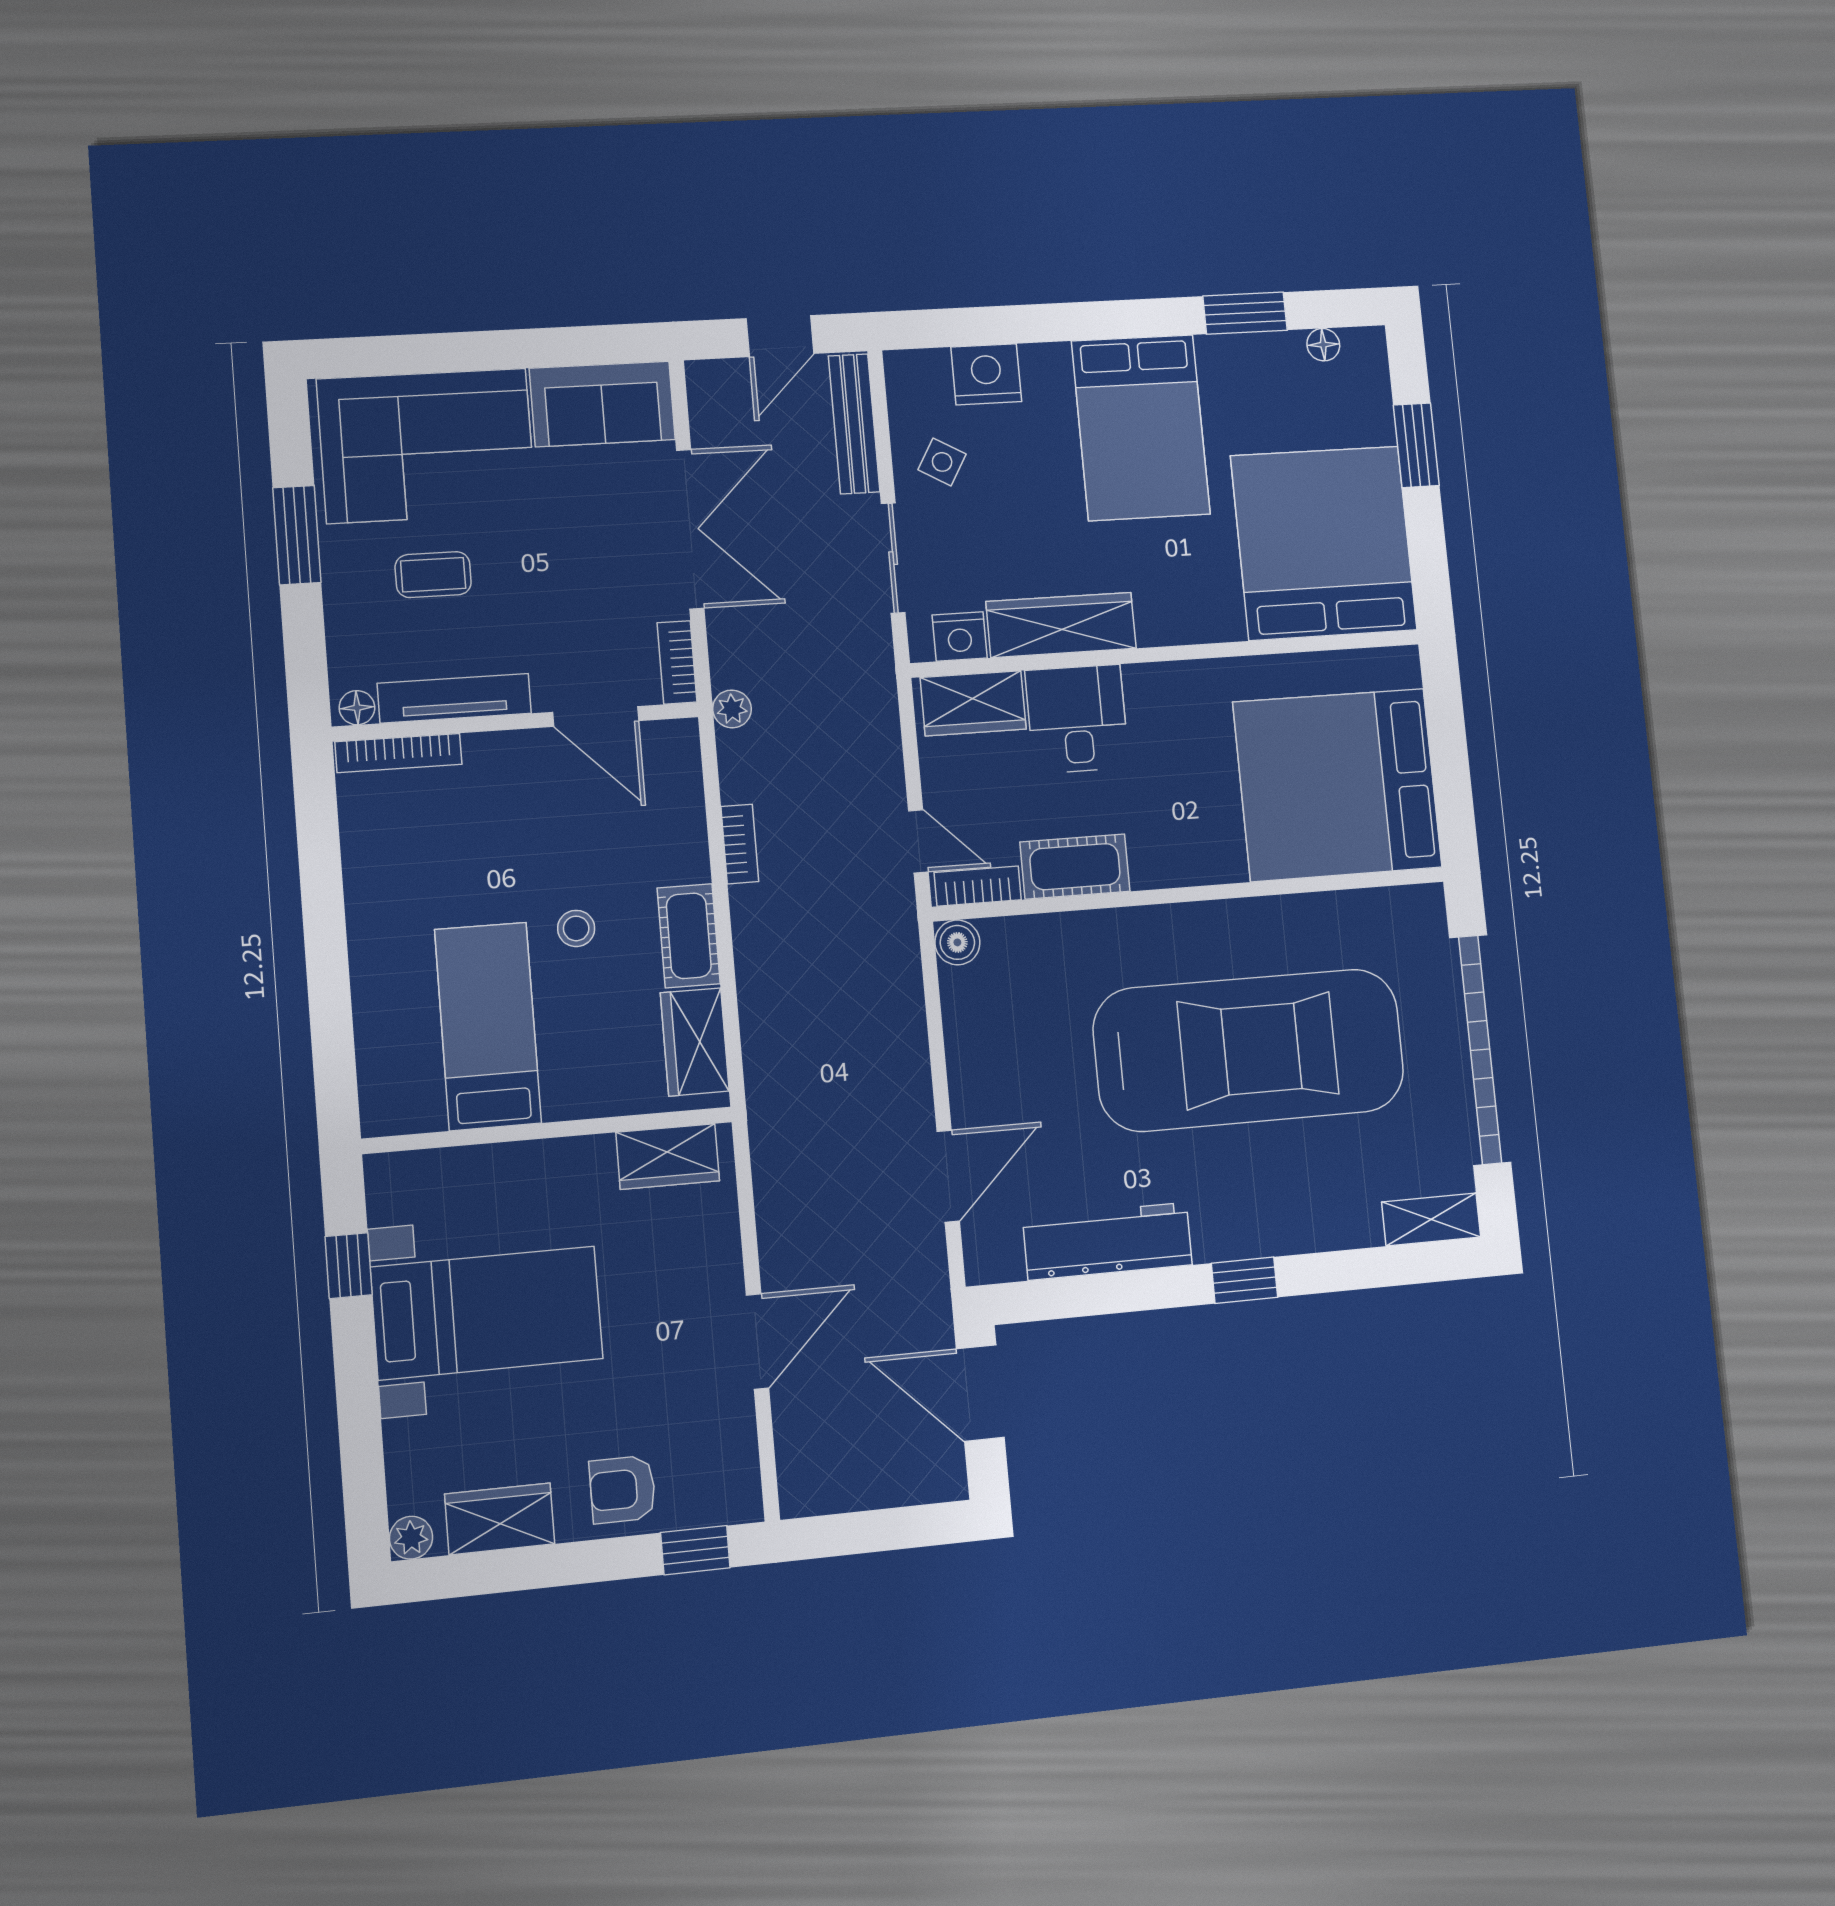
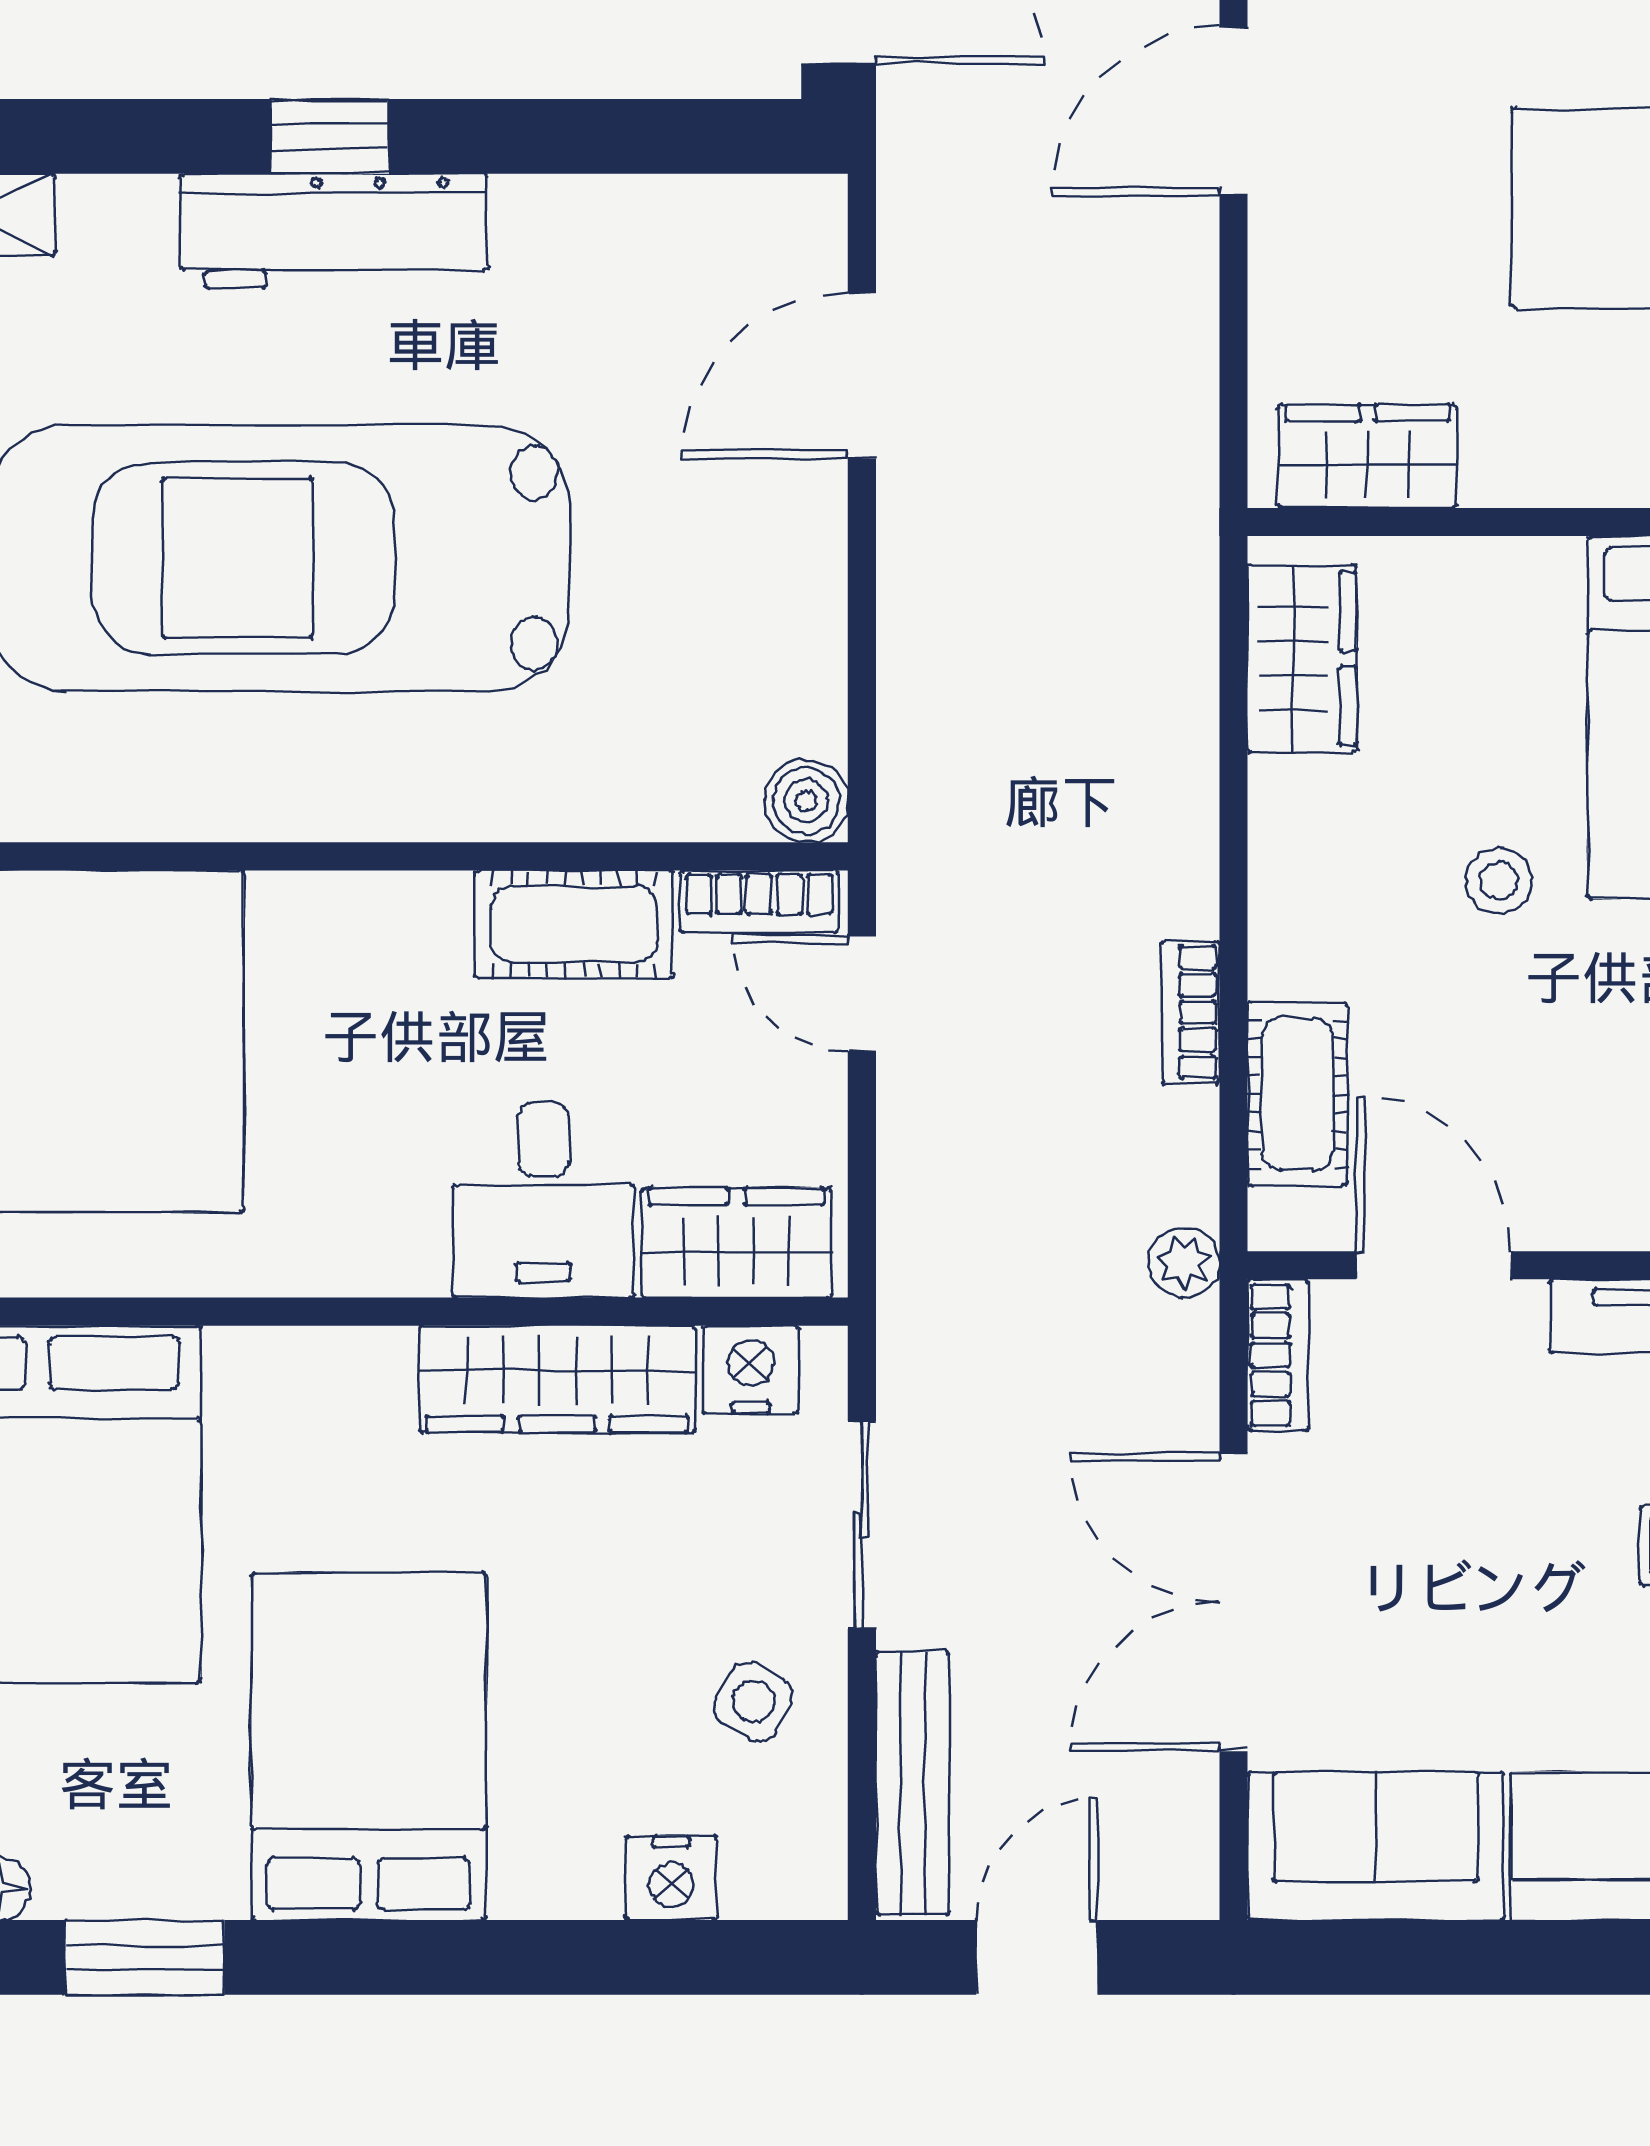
nightstand: (986, 374) -> (671, 1878), width x0.74, depth x0.75
cot: (689, 936) -> (1297, 1094), moved
workbench: (1108, 1241) -> (334, 231), moved

